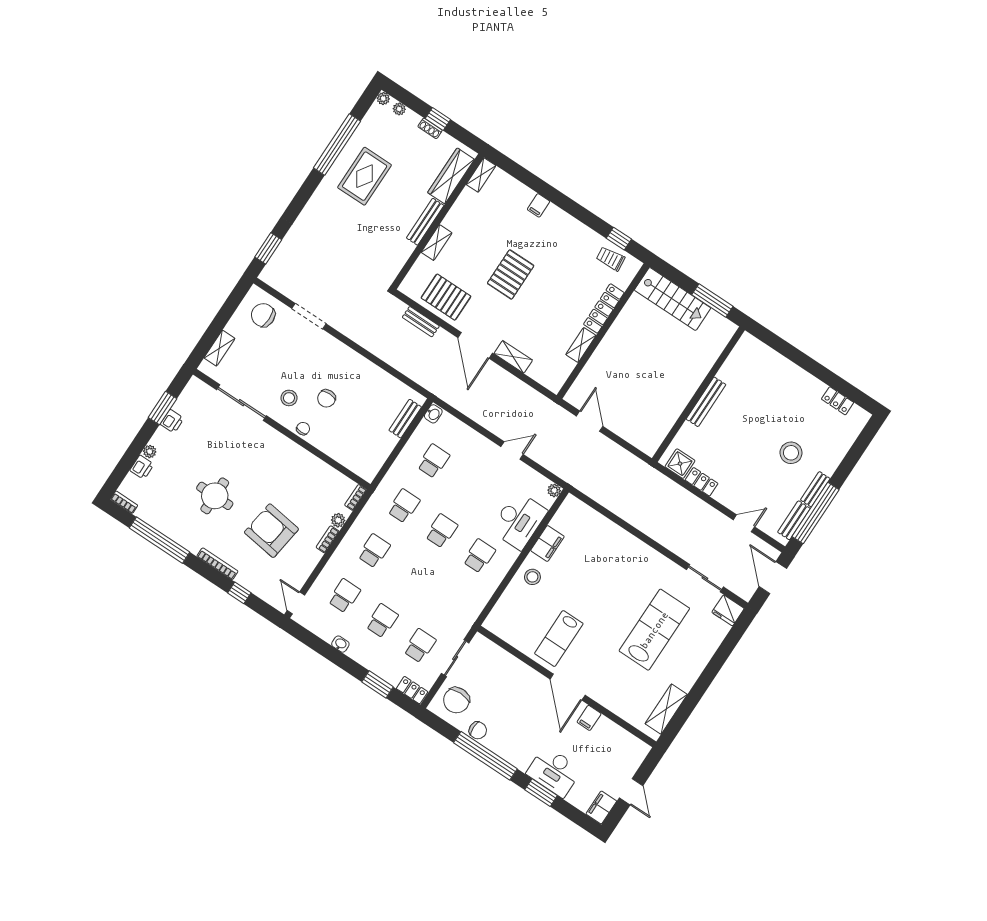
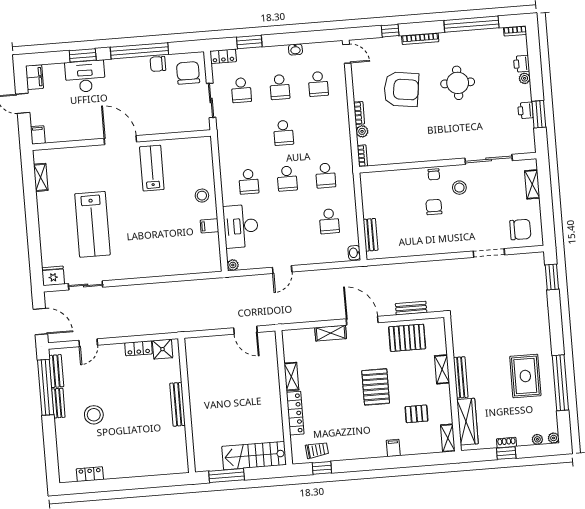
pallet: (492, 220) -> (416, 414), added
filing cabinet: (547, 543) -> (209, 226), width x0.50
school desk: (374, 551) -> (283, 133), moved
shelving: (666, 709) -> (41, 177), width x0.67, depth x0.75
filing cabinet: (589, 718) -> (38, 135), moved

